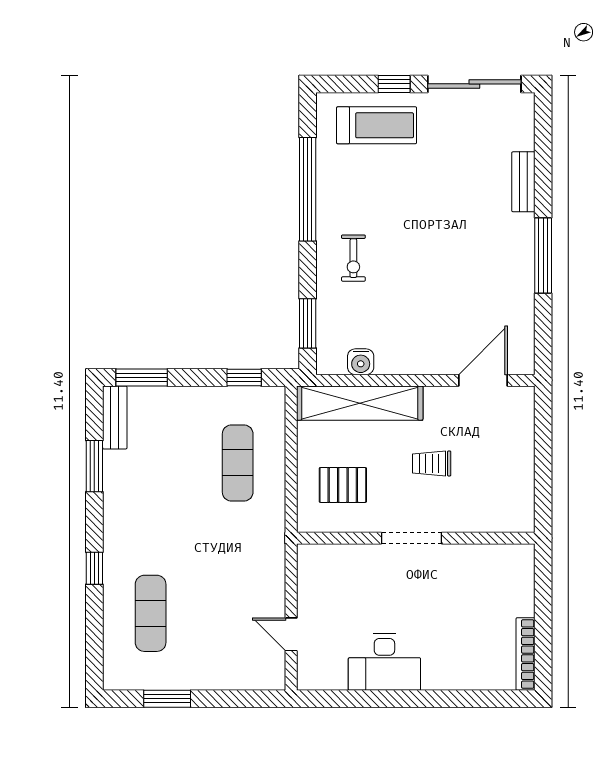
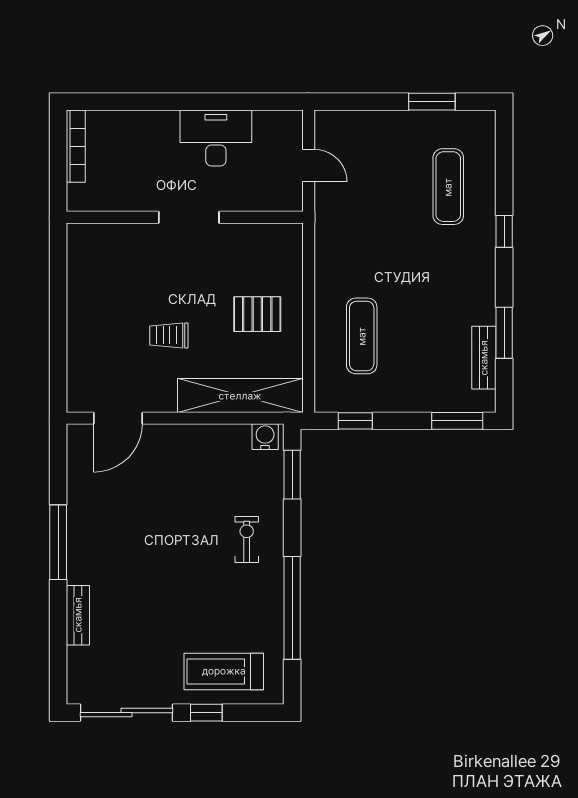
water cooler: (361, 362) -> (265, 437), moved
bench: (115, 417) -> (484, 358), moved
trolley: (432, 463) -> (169, 335), turned 180
doorway: (412, 538) -> (189, 217), moved
wall: (416, 538) -> (185, 217), moved

